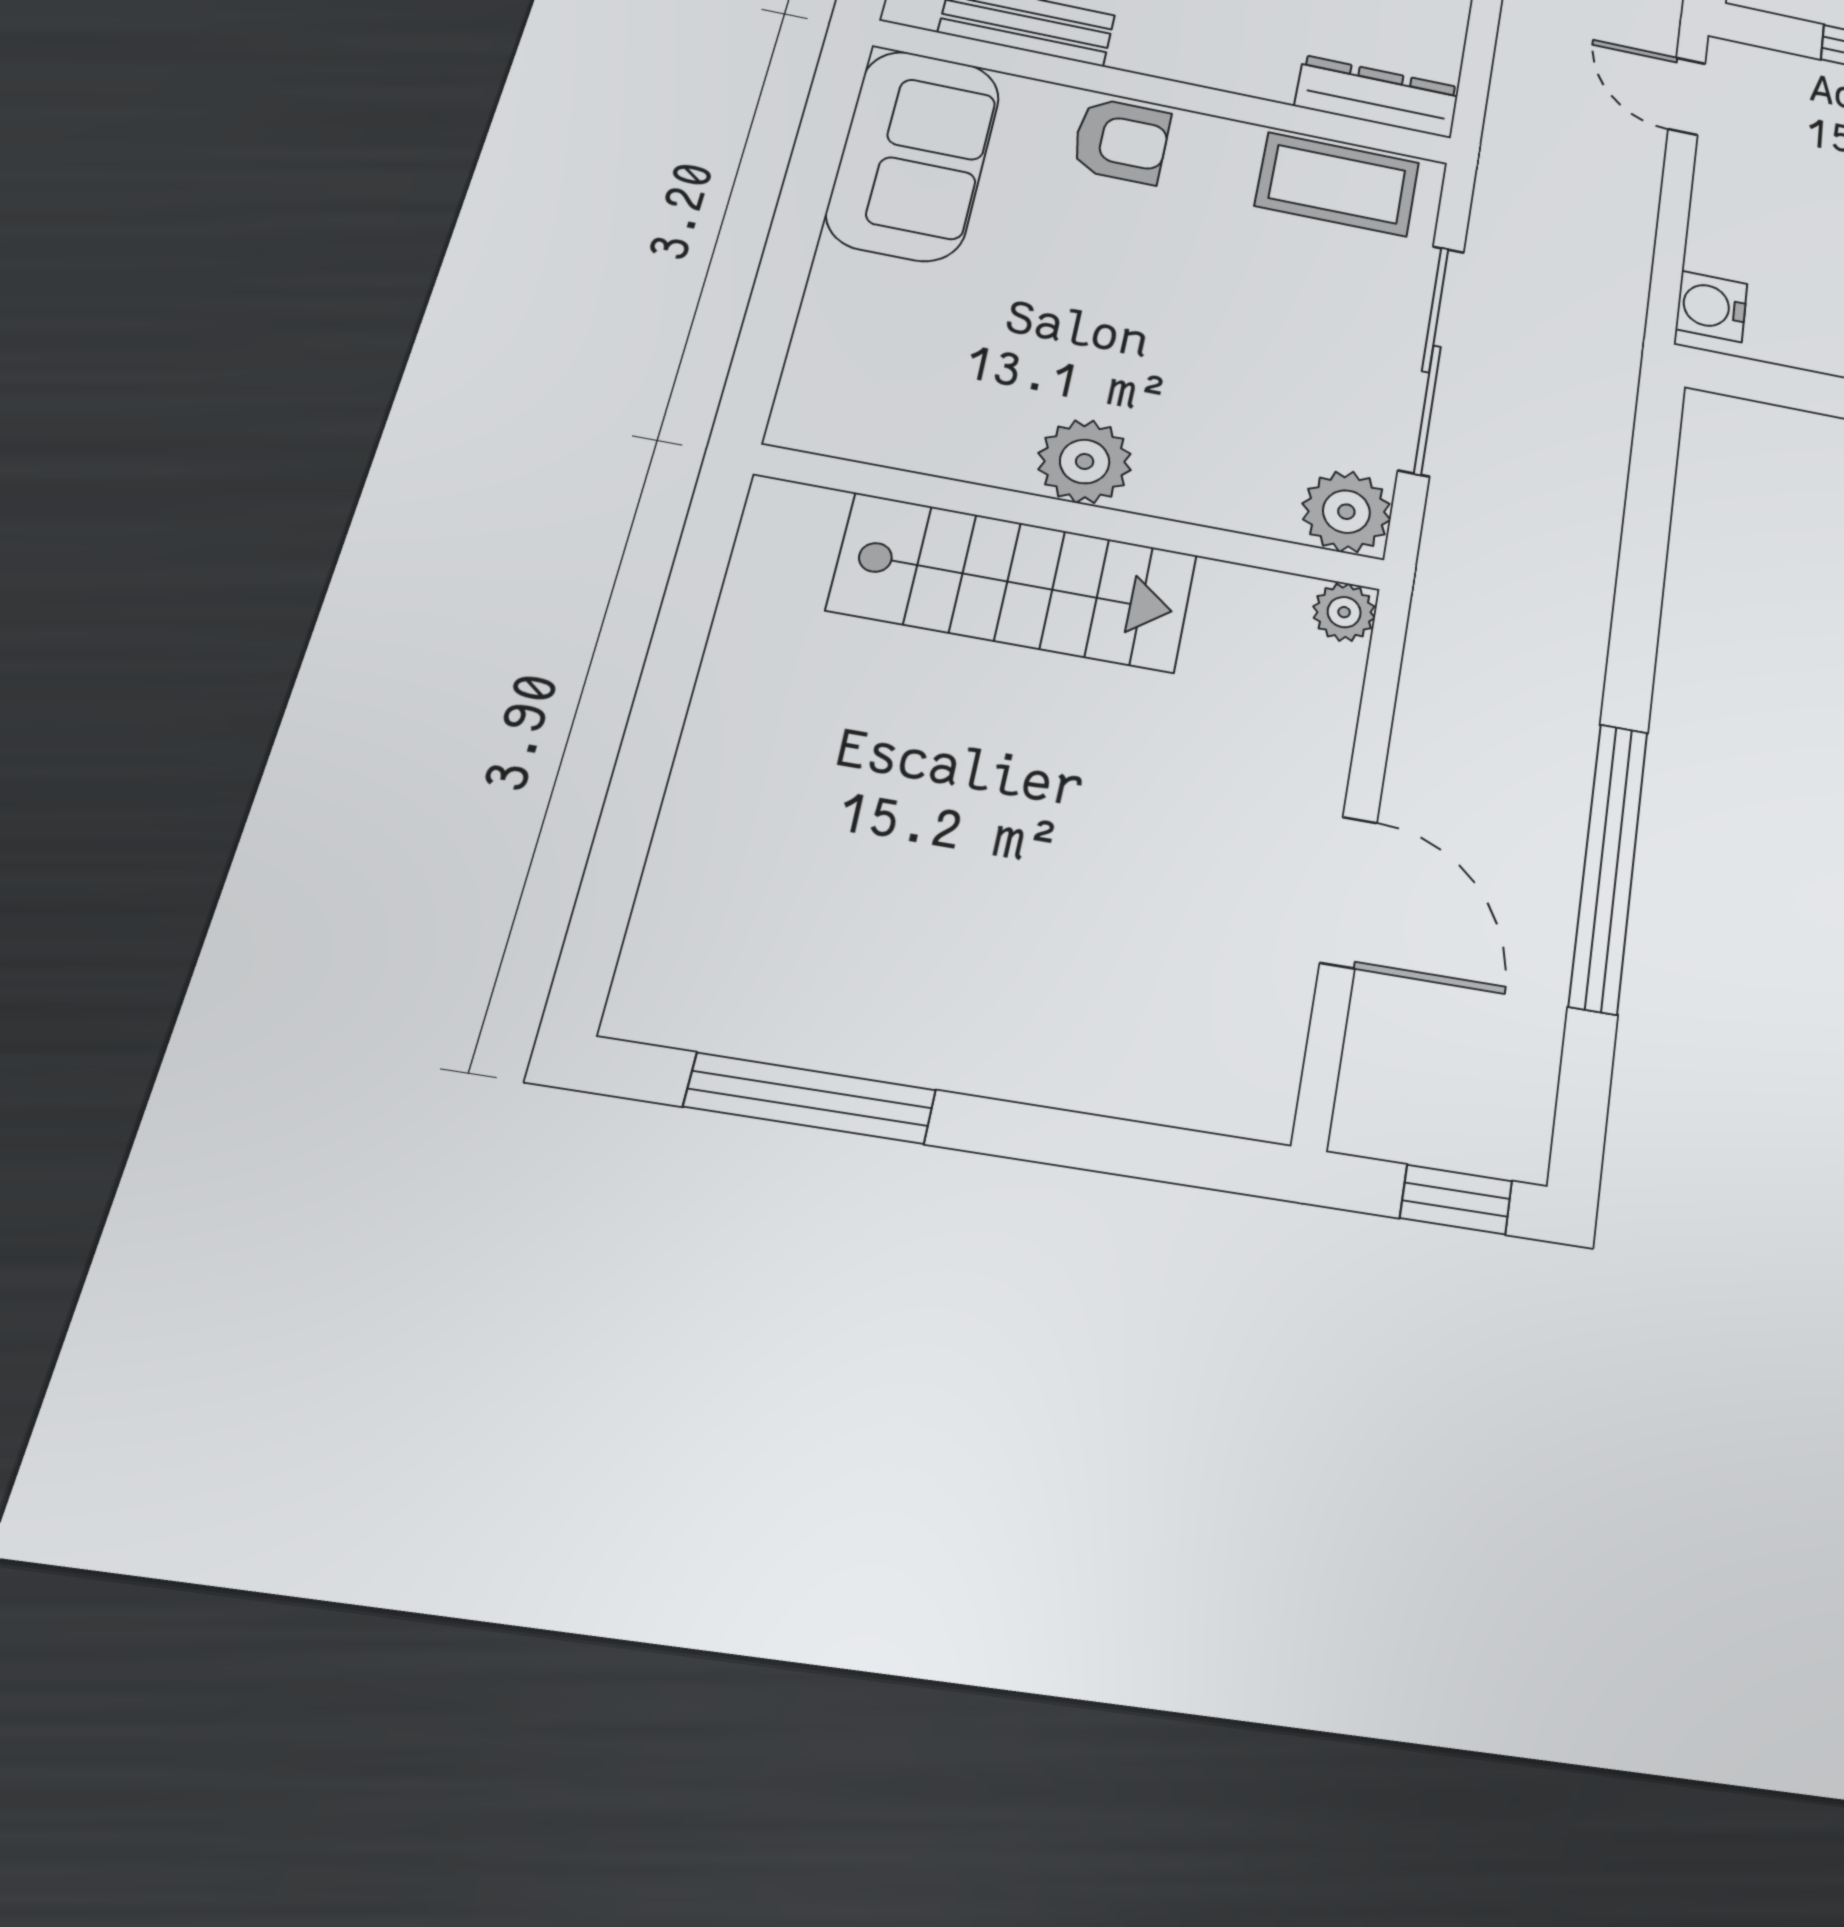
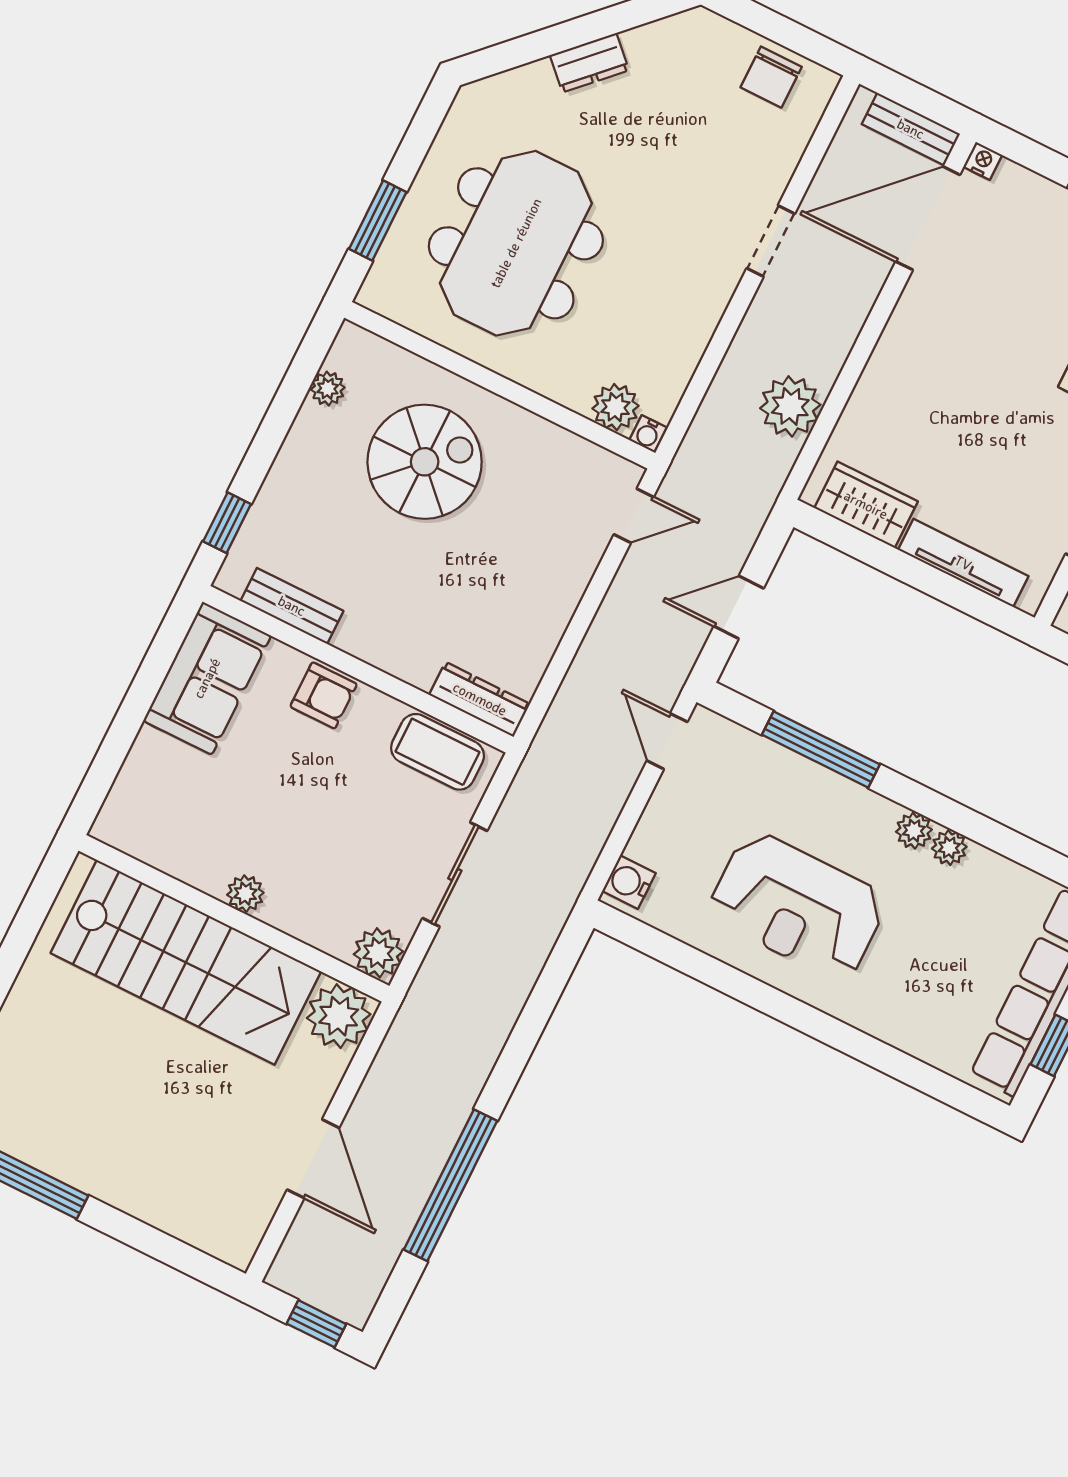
sliding door: (1431, 359) -> (455, 875), width x0.73
plant: (1085, 461) -> (245, 894), width x0.73, depth x0.73
stairs: (1014, 583) -> (186, 962), width x1.36, depth x1.51
plant: (1344, 612) -> (339, 1016), width x1.88, depth x1.88

